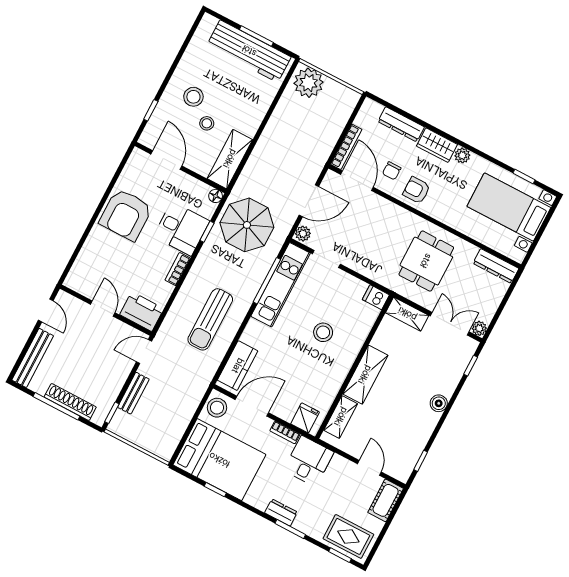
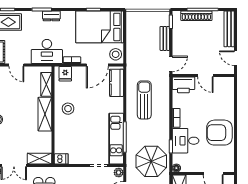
armchair: (126, 215) -> (219, 133), turned -90
stool: (323, 332) -> (68, 109), moved
desk: (309, 461) -> (47, 51), width x1.37

